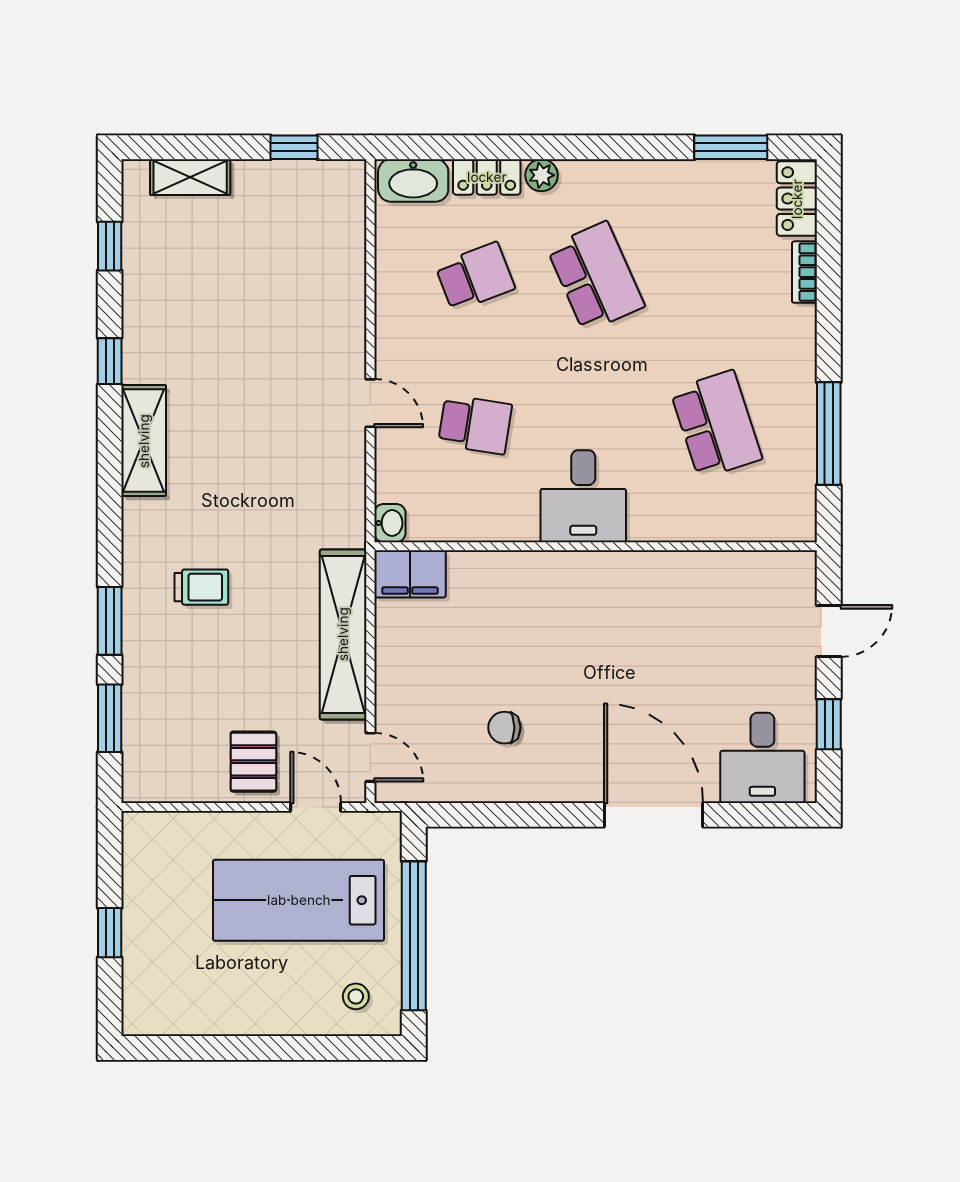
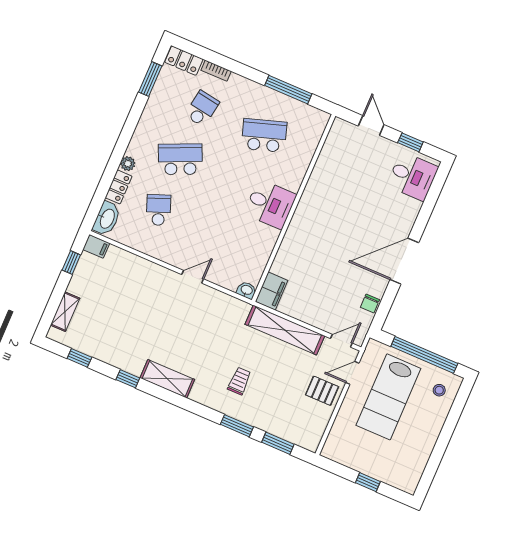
filing cabinet: (348, 183) -> (96, 246), added
school desk: (475, 424) -> (202, 109), moved
chair: (504, 728) -> (370, 303), moved
door: (654, 815) -> (404, 261), moved

